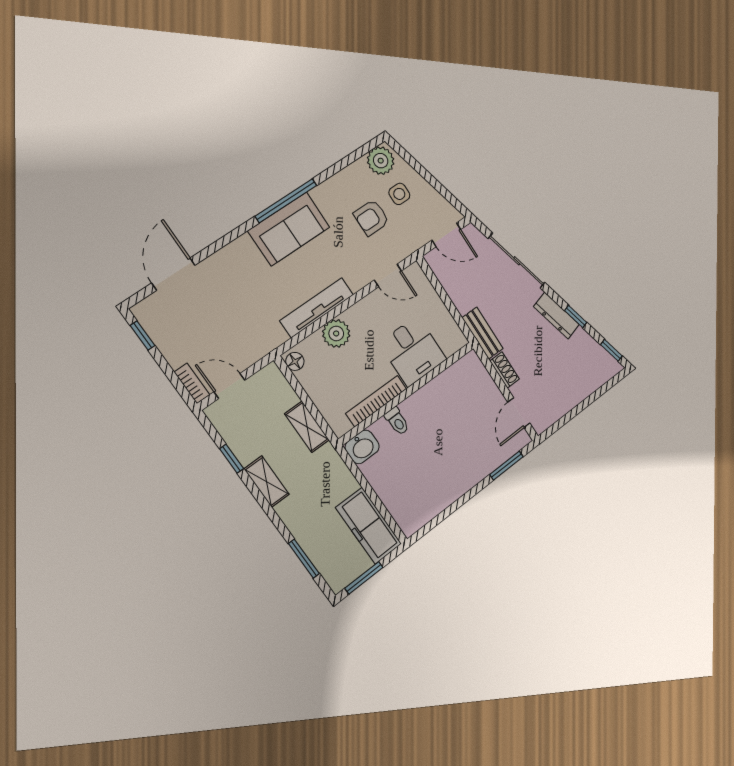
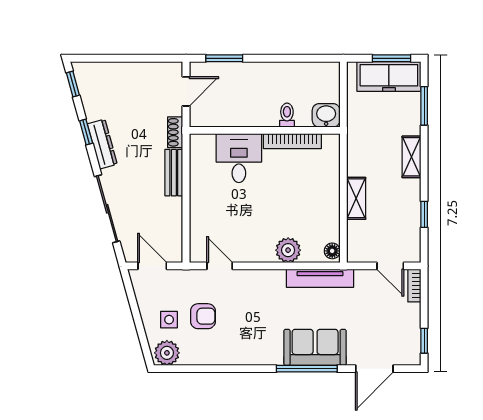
window: (286, 201) -> (307, 369), moved
sofa: (289, 229) -> (315, 347), moved
tv unit: (317, 308) -> (320, 278), moved
desk: (413, 351) -> (239, 158), moved
wall: (407, 393) -> (265, 130), moved
bookcase: (376, 401) -> (292, 141), moved
toilet: (397, 421) -> (287, 115), moved
washbasin: (362, 447) -> (326, 115), moved
shelving: (267, 482) -> (412, 157), moved
freezer: (369, 526) -> (389, 76), moved, turned 90

